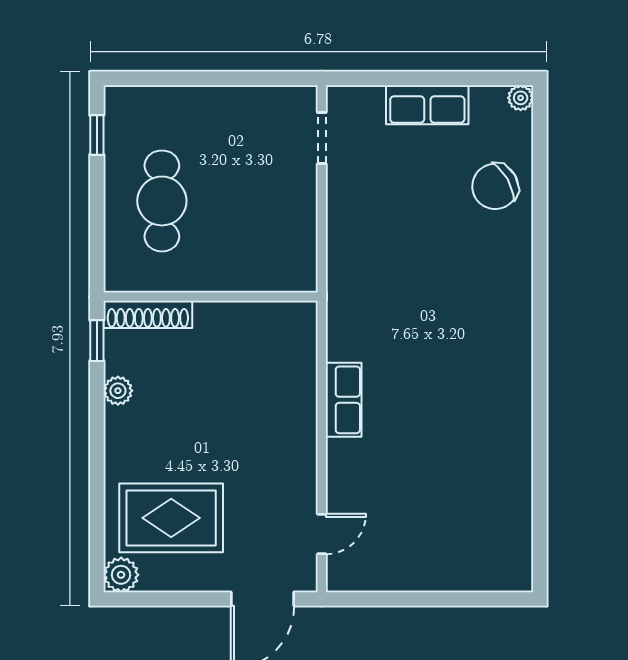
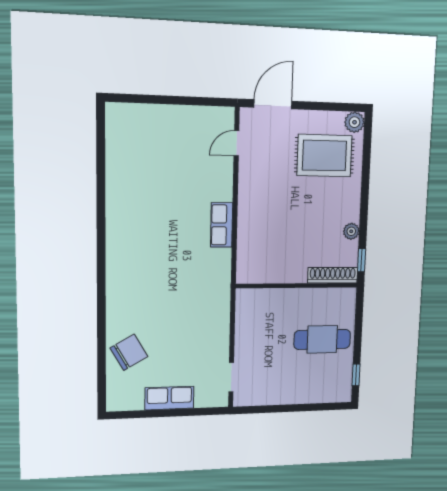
plant: (521, 98) -> (114, 404), removed
cafe table: (162, 201) -> (322, 339), turned 90

